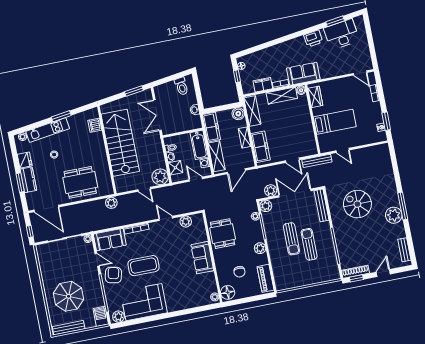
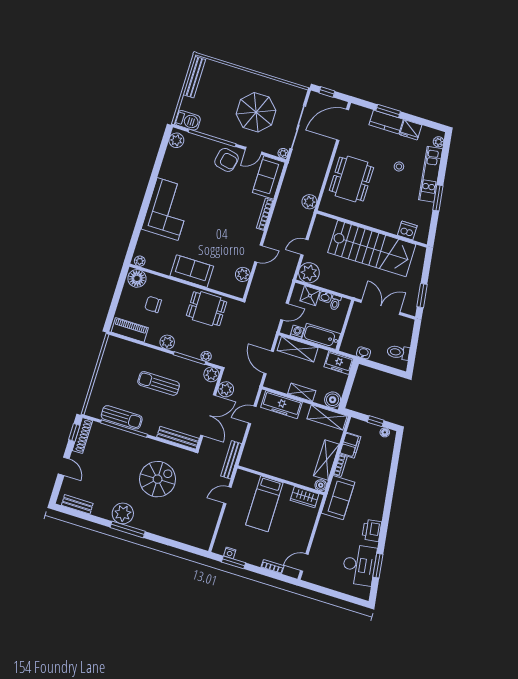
freezer: (211, 127) -> (339, 363), width x0.71
door: (292, 160) -> (252, 415), moved
sun lounger: (309, 244) -> (122, 417), moved
coffee table: (144, 266) -> (219, 200), removed
parasol: (69, 296) -> (256, 112), moved
corner sofa: (144, 302) -> (167, 209), moved

